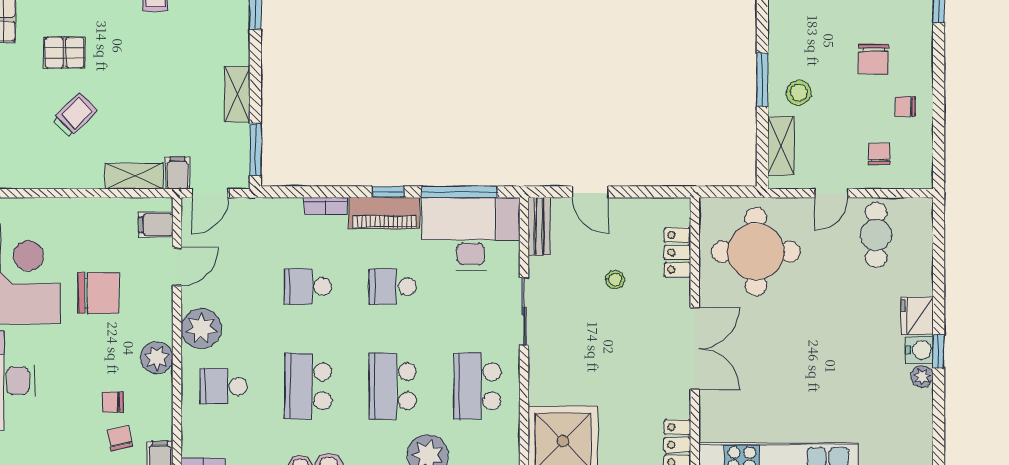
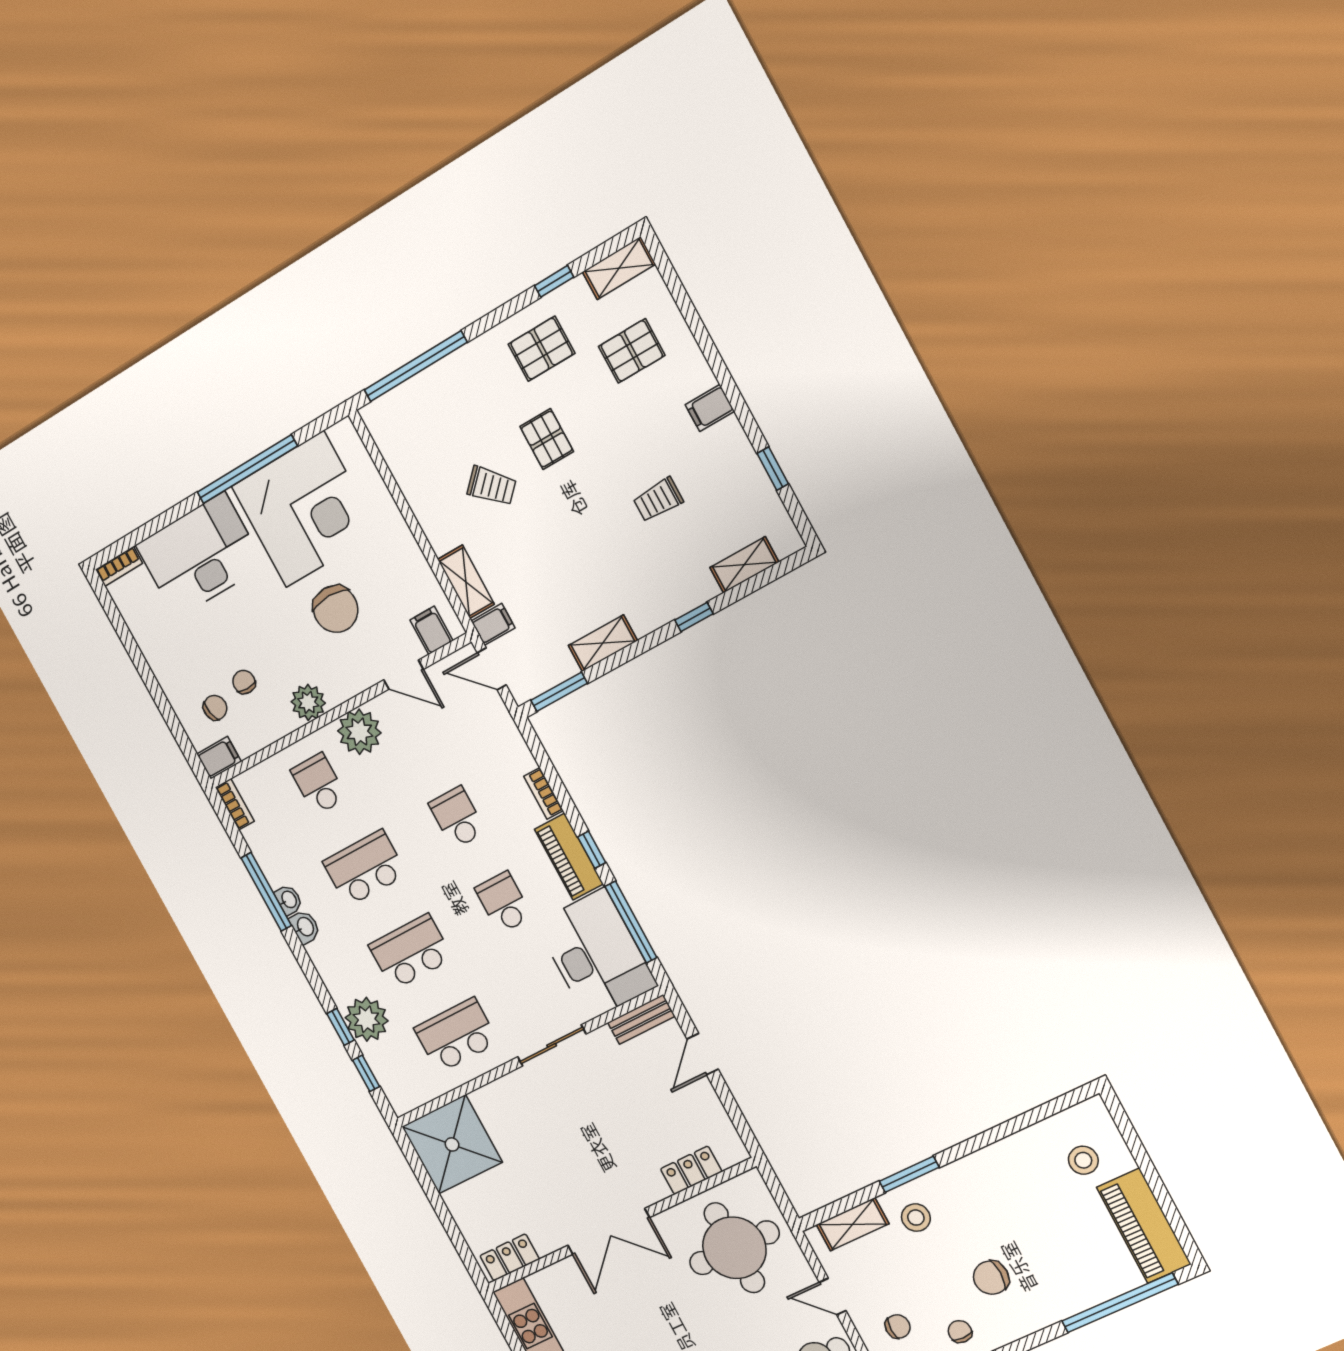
stool: (615, 280) -> (631, 1121), removed

